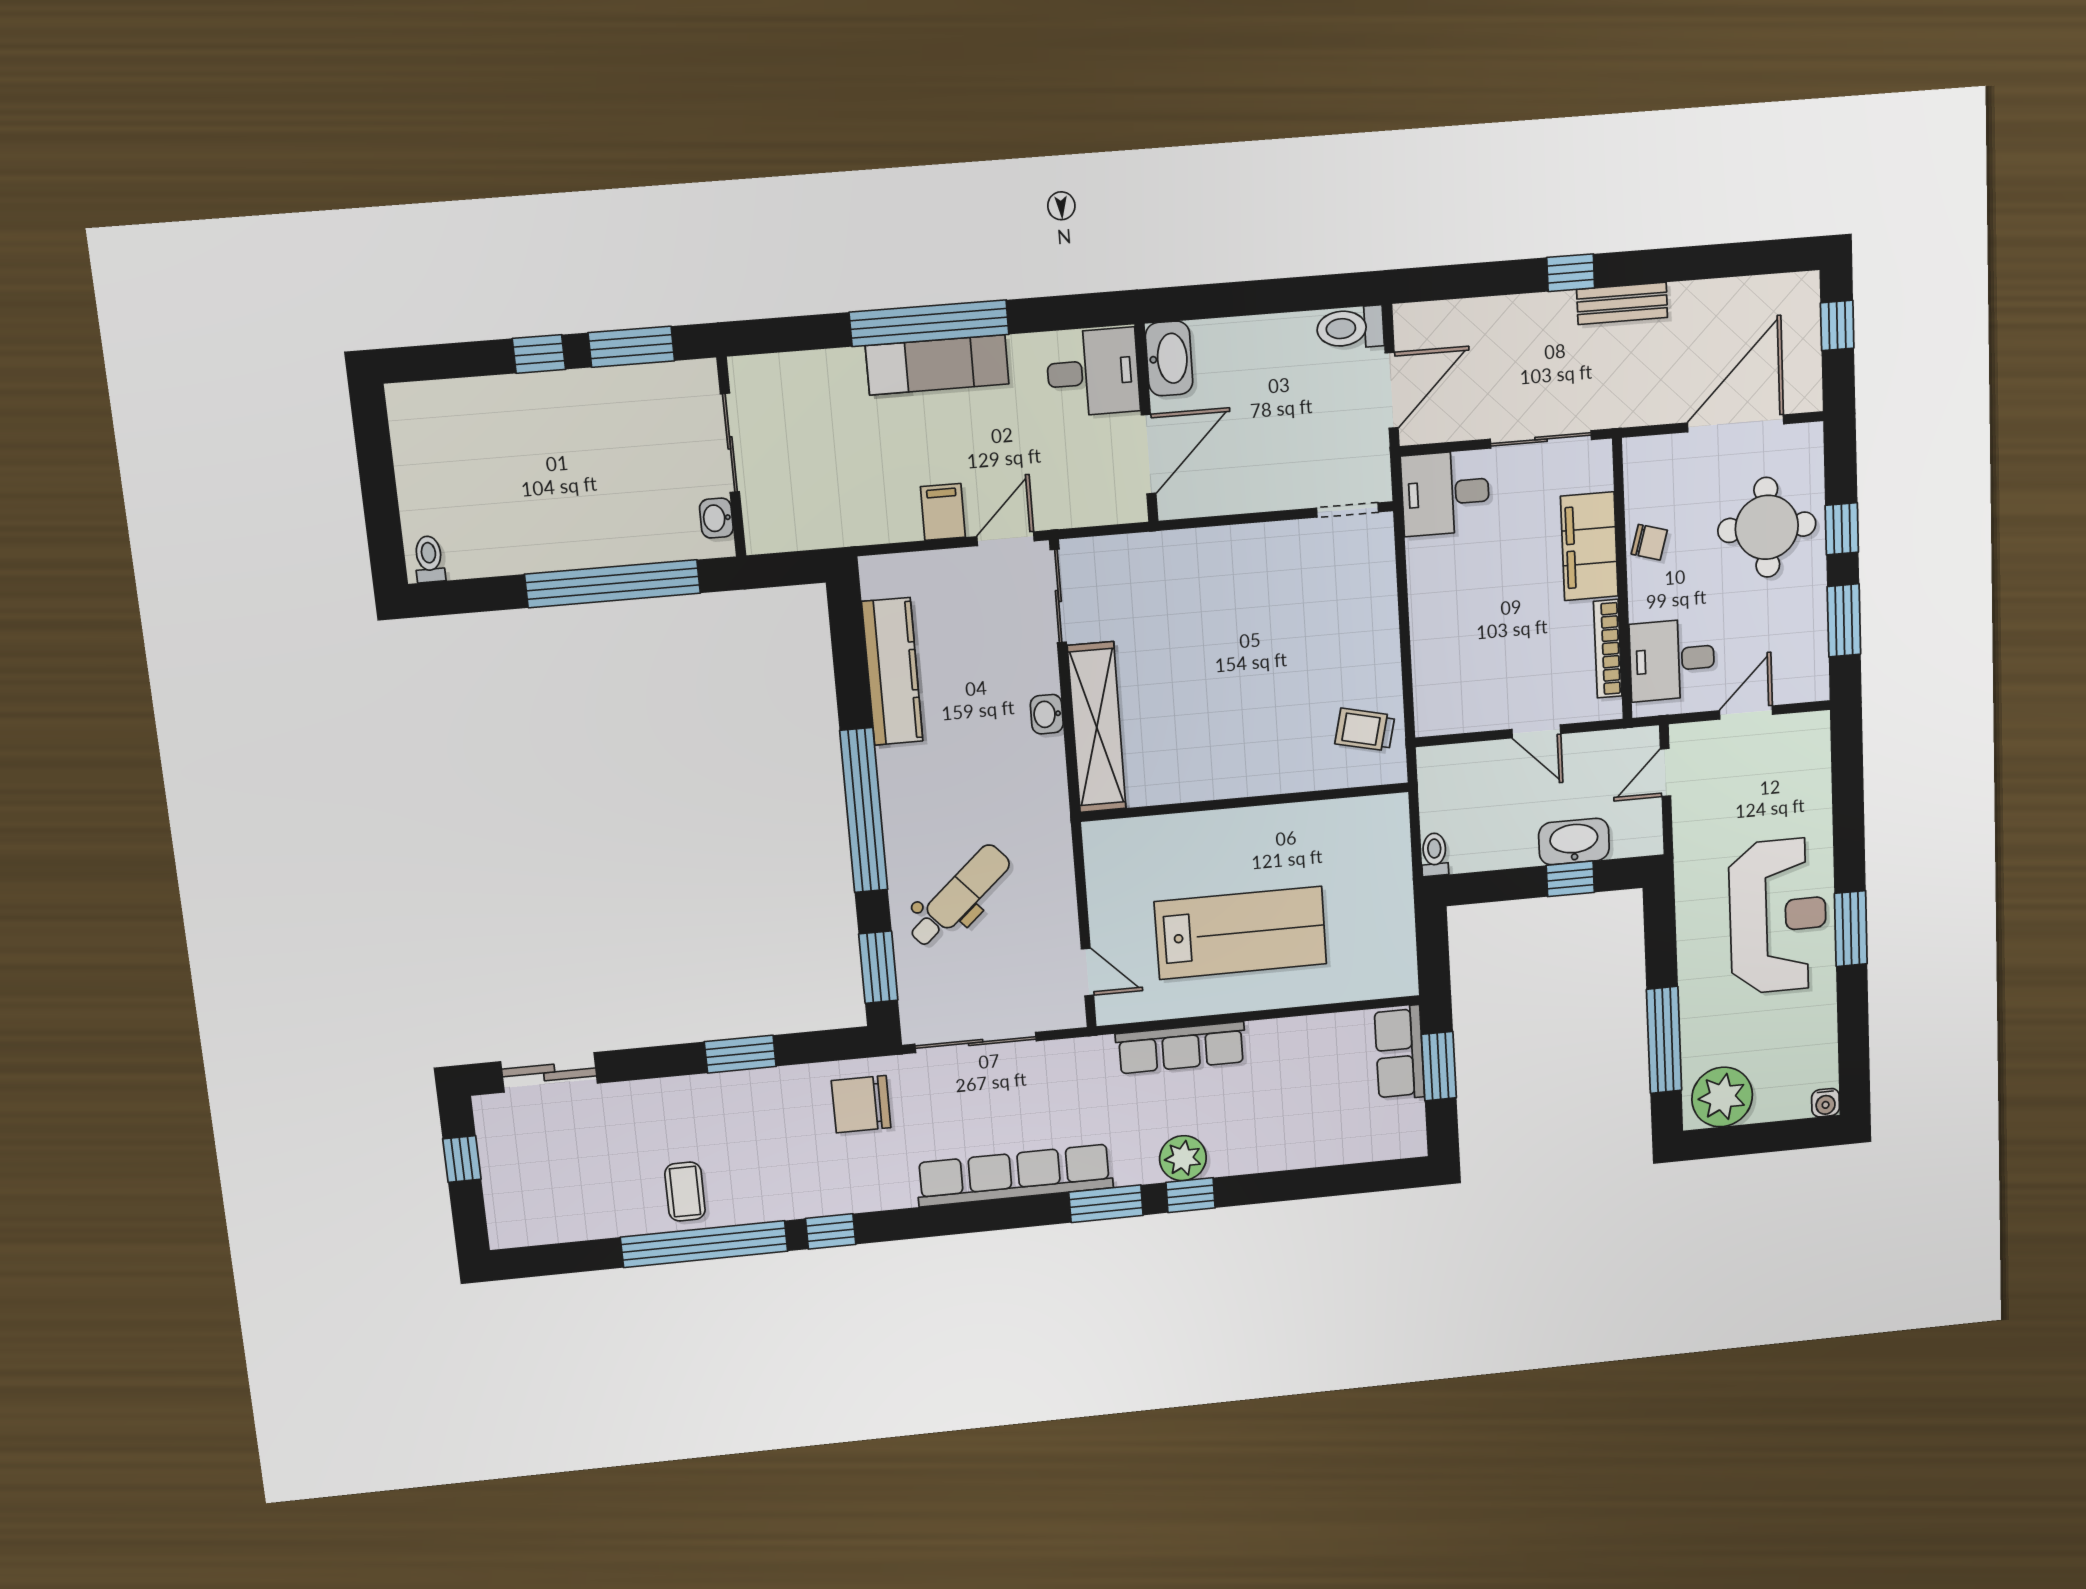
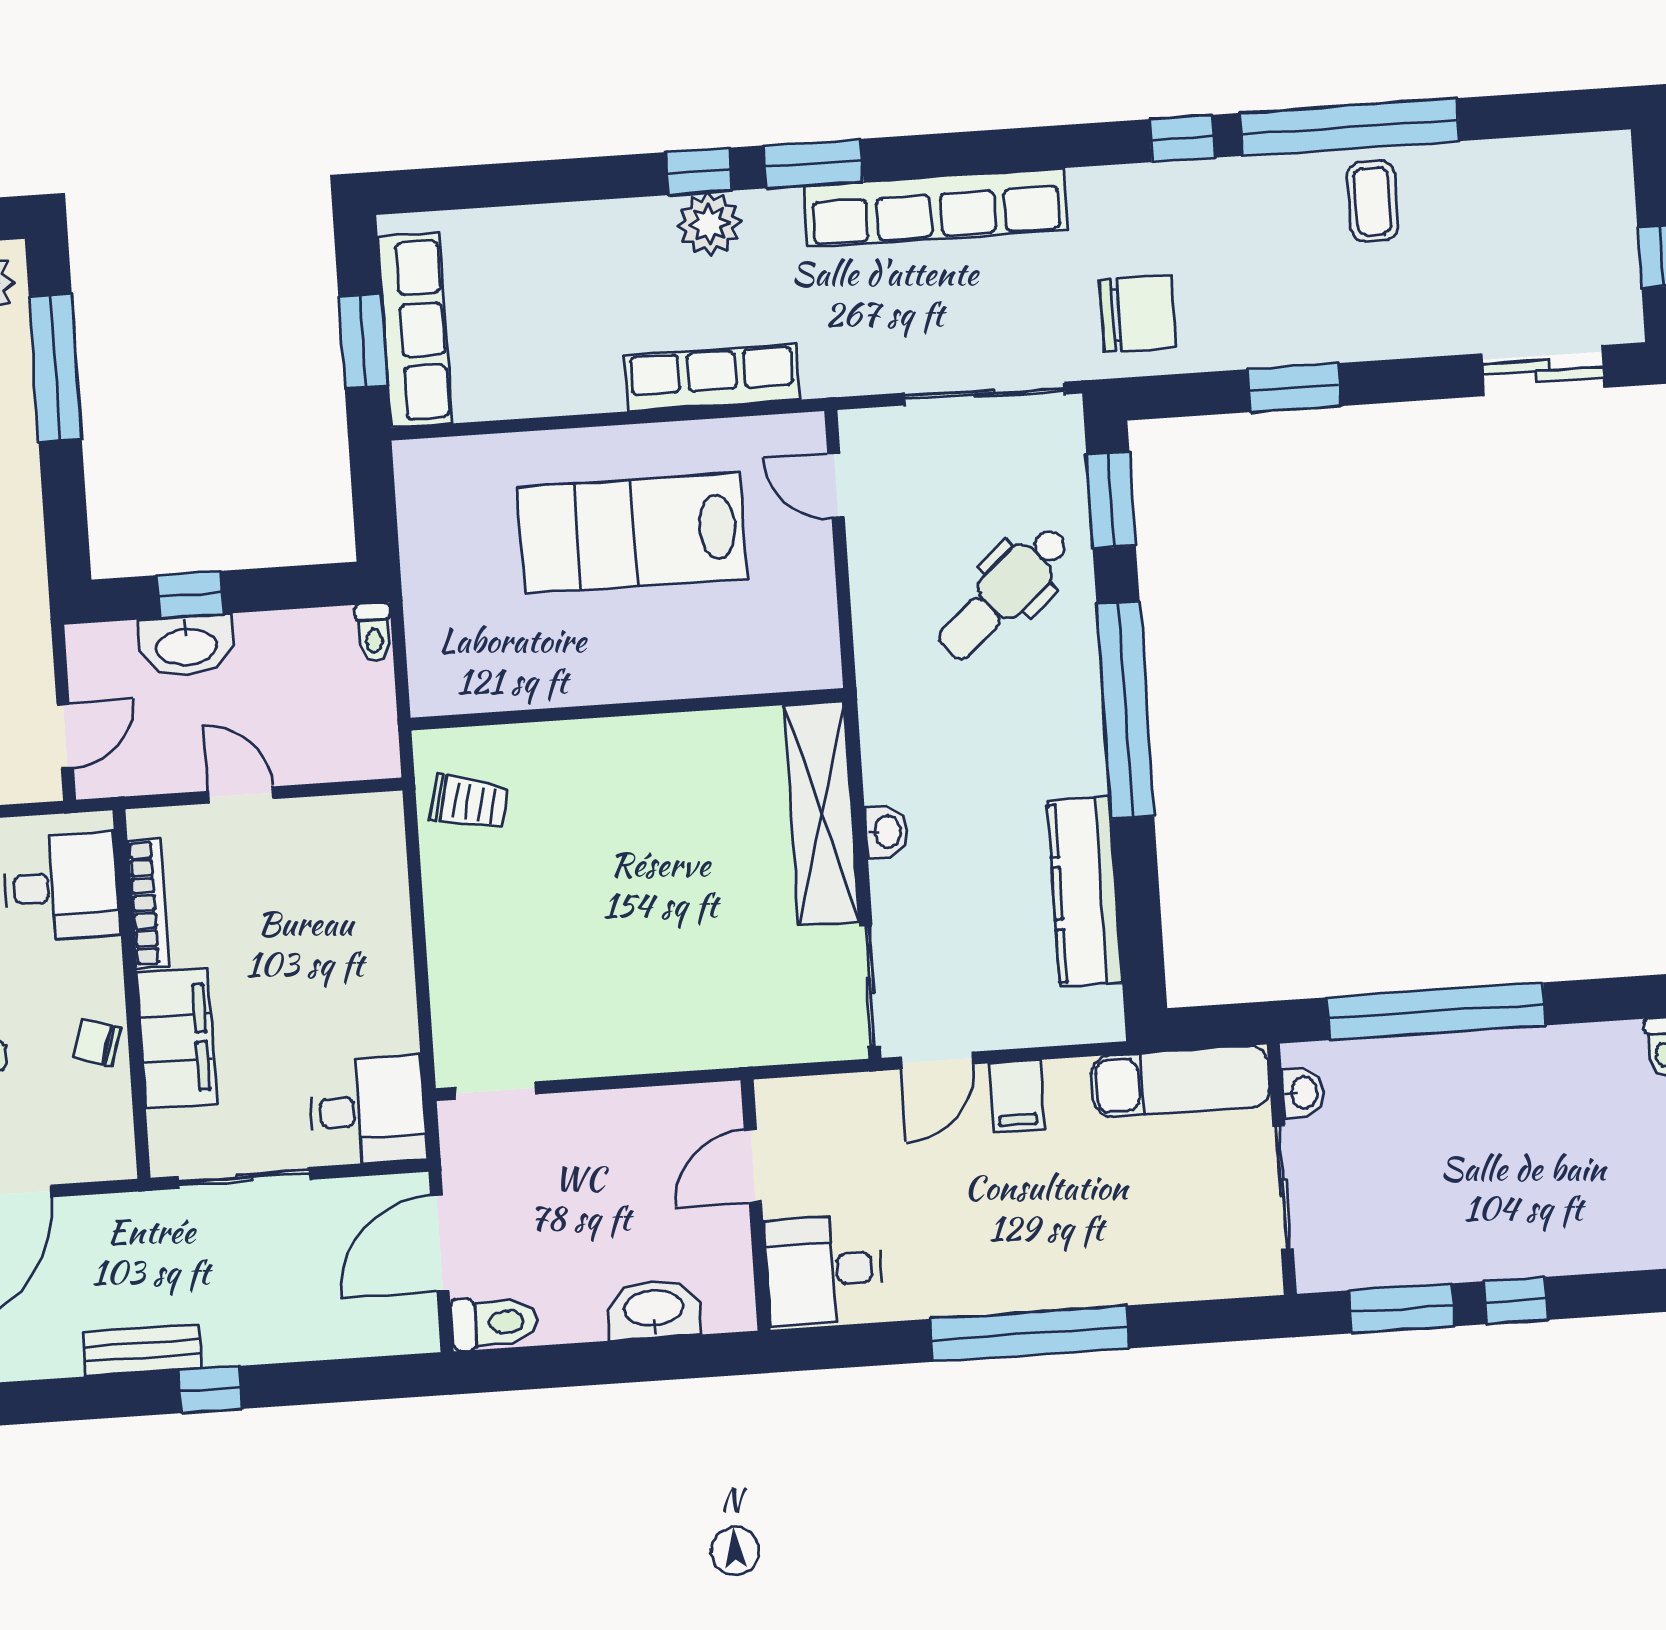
washbasin: (1169, 358) -> (654, 1309), moved, turned 90
exam couch: (937, 365) -> (1181, 1081), moved, turned 180
door: (1149, 454) -> (753, 1166), width x0.73
row of seats: (1399, 1053) -> (415, 330), width x1.48

